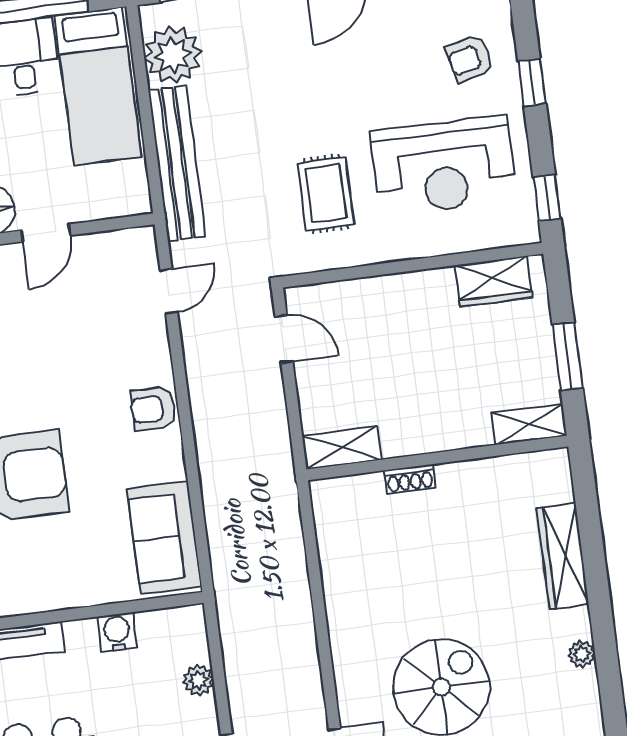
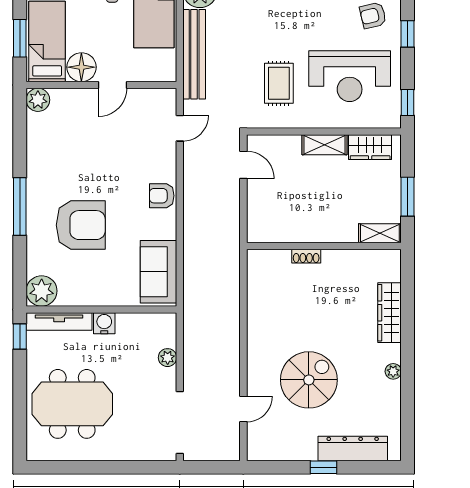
shelving: (342, 448) -> (324, 145), moved
water cooler: (117, 632) -> (104, 323), moved

